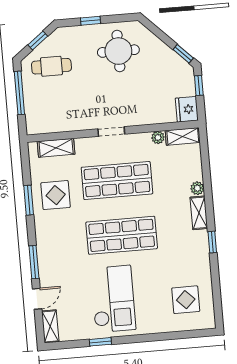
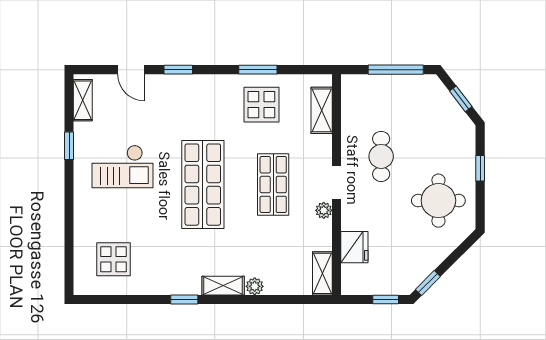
cafe table: (51, 66) -> (381, 156), moved
fridge: (187, 109) -> (354, 247), moved, turned 90
plant: (158, 137) -> (324, 210), moved
shop shelf: (117, 181) -> (273, 185), width x0.70, depth x0.74
window: (34, 262) -> (178, 70), width x0.67
checkout: (113, 299) -> (123, 167), width x0.73, depth x0.83
shelving: (50, 326) -> (83, 100), moved, turned 90

